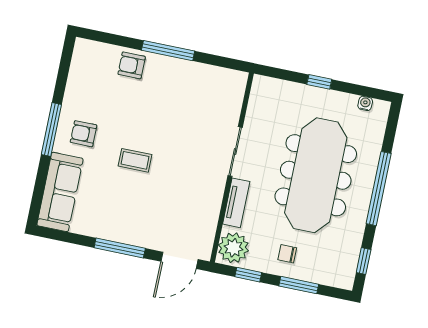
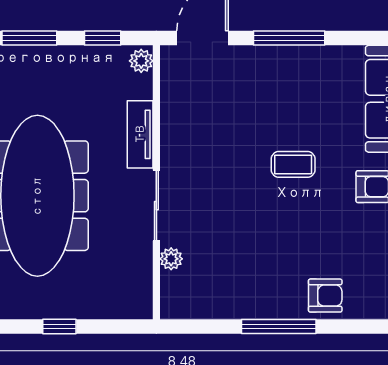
plant: (233, 113) -> (171, 259), added
plant: (233, 248) -> (141, 61), width x0.53, depth x0.53
chair: (287, 254) -> (54, 78), removed

